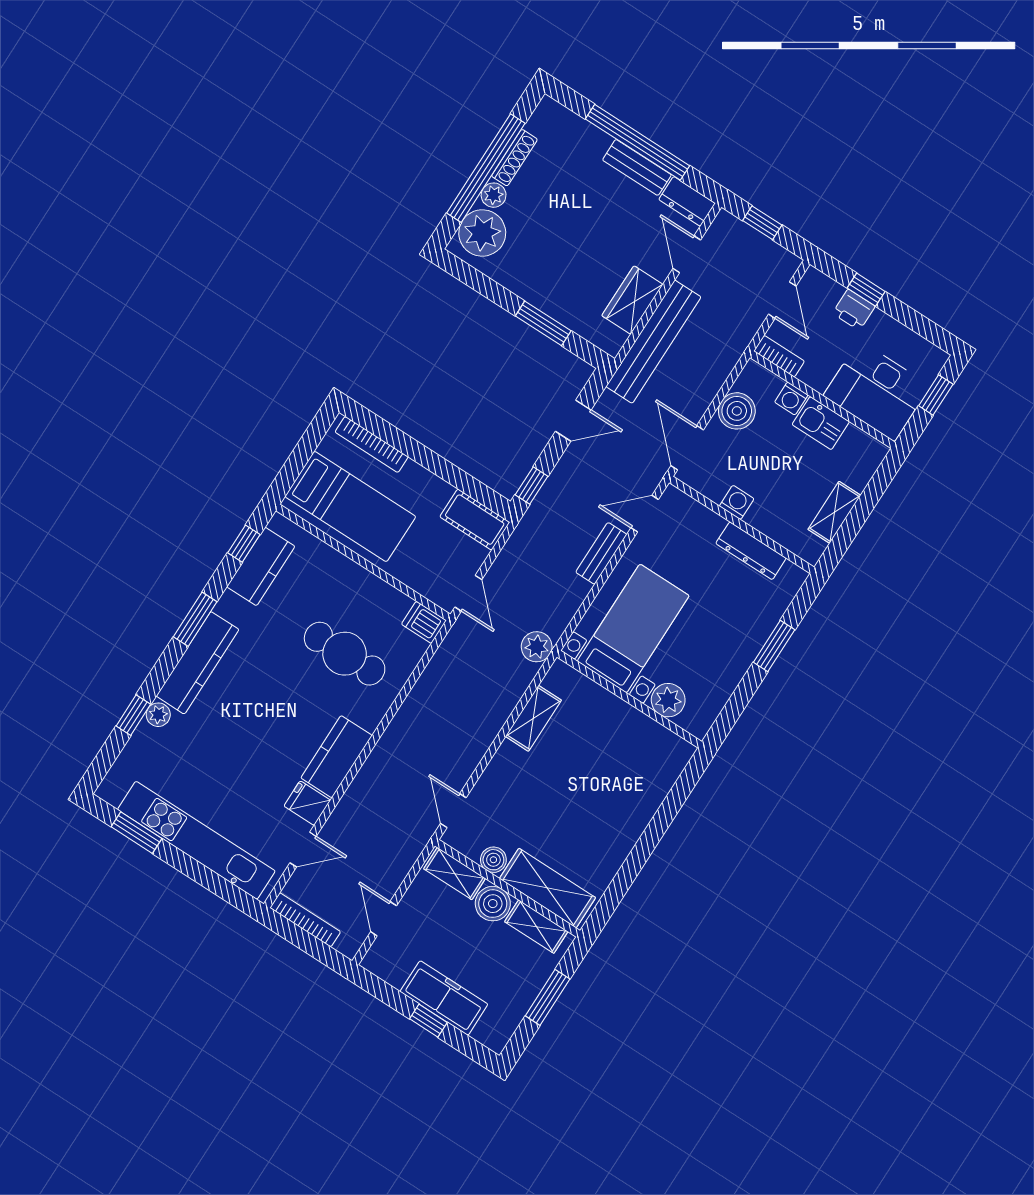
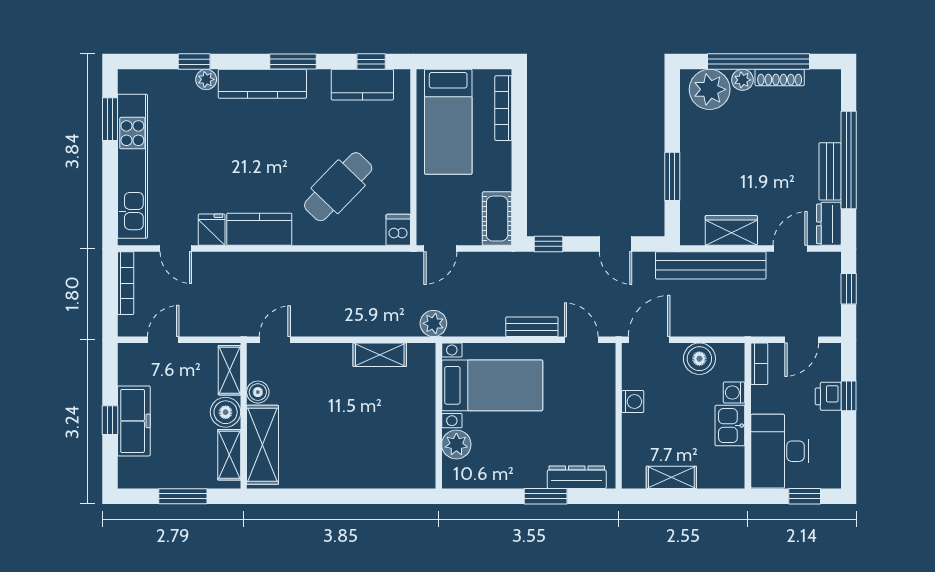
dresser: (751, 551) -> (577, 477), moved, turned 90
cafe table: (345, 654) -> (338, 187), turned 44

